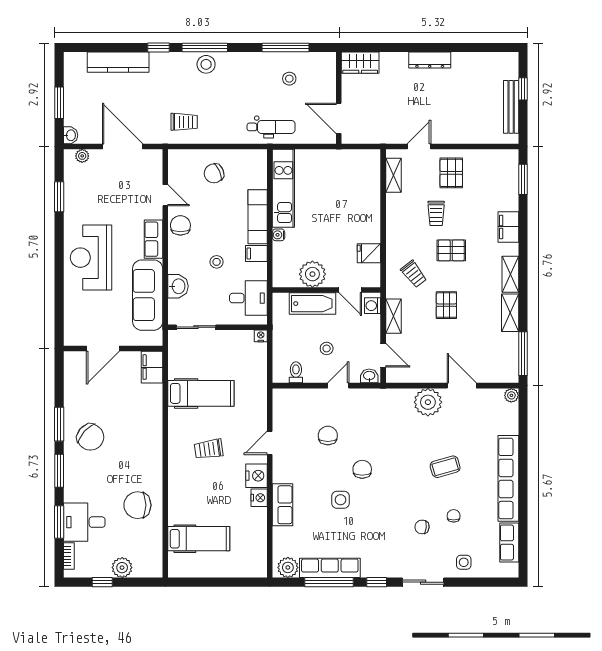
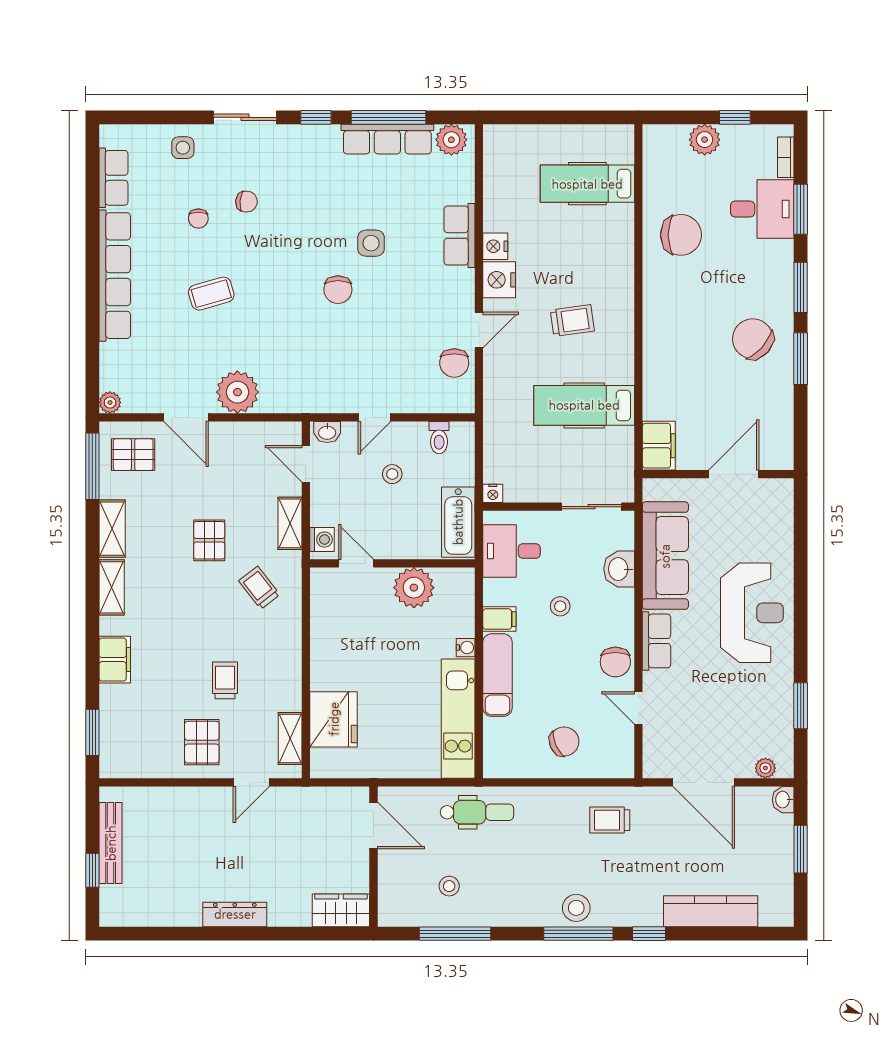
dental chair: (271, 127) -> (477, 812), turned 180
pallet: (451, 250) -> (133, 455), moved
fridge: (369, 253) -> (334, 719), moved, width x1.88, depth x1.34
bathtub: (312, 304) -> (458, 522), moved, turned -90
chair: (328, 435) -> (454, 363), moved

